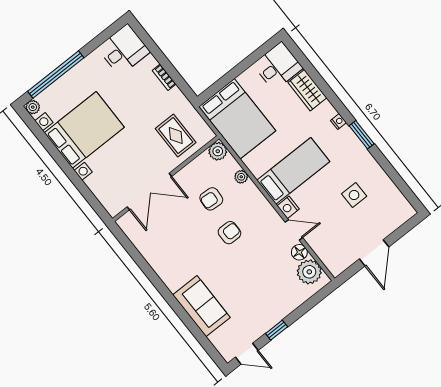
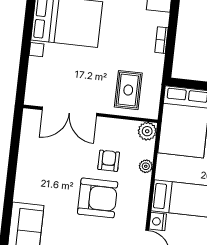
armchair: (211, 199) -> (109, 161), turned 86
armchair: (229, 233) -> (98, 198), width x1.88, depth x1.88

